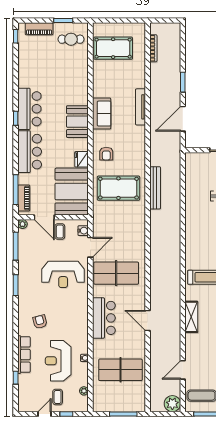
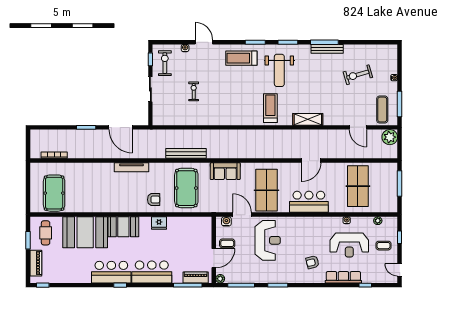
tv unit: (140, 107) -> (131, 167), moved
sofa: (102, 114) -> (225, 171), moved, turned 180
booth: (72, 192) -> (85, 232), moved
door: (44, 414) -> (400, 270), moved

